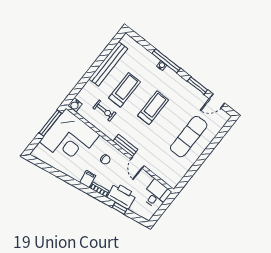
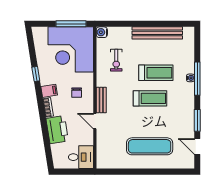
treadmill: (124, 90) -> (156, 73), moved
door: (137, 163) -> (95, 121), hinge flipped
window: (120, 208) -> (36, 74), moved

